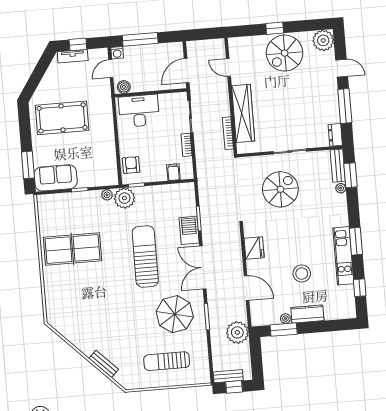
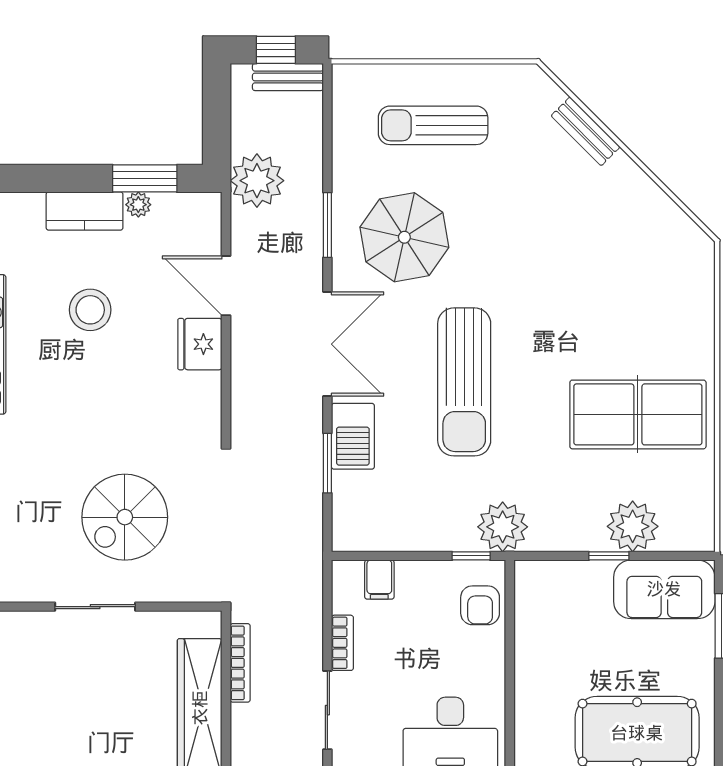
plant: (107, 195) -> (633, 526), moved, width x1.87, depth x1.87
fridge: (254, 248) -> (200, 344), moved
sun lounger: (167, 361) -> (433, 125), turned 180

